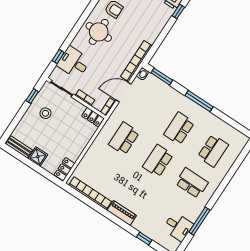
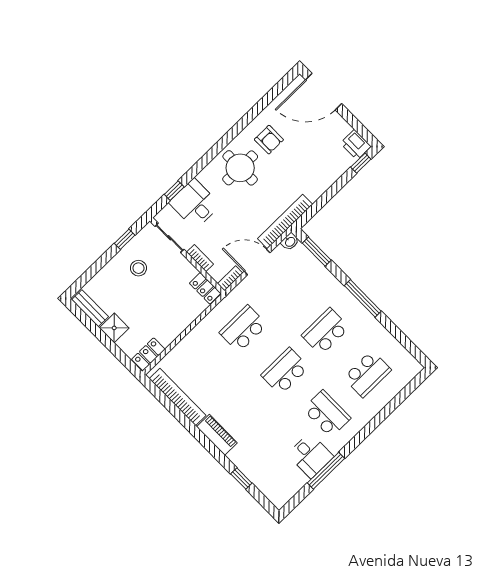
desk: (178, 227) -> (310, 455), moved

